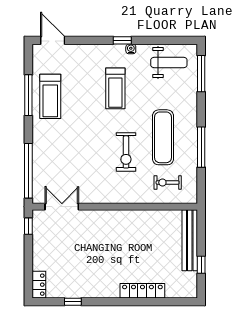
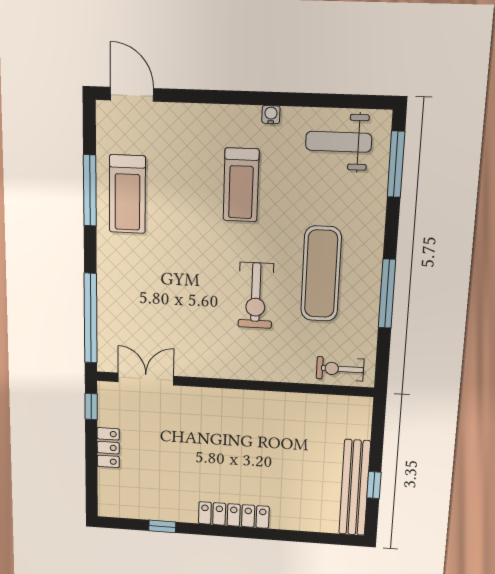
window: (122, 40) -> (256, 98), removed
weight bench: (169, 63) -> (339, 142), turned 180
exercise bike: (168, 183) -> (340, 369), moved
bench: (190, 240) -> (355, 488), moved
locker: (39, 285) -> (108, 448), moved
locker: (142, 291) -> (234, 515), moved

